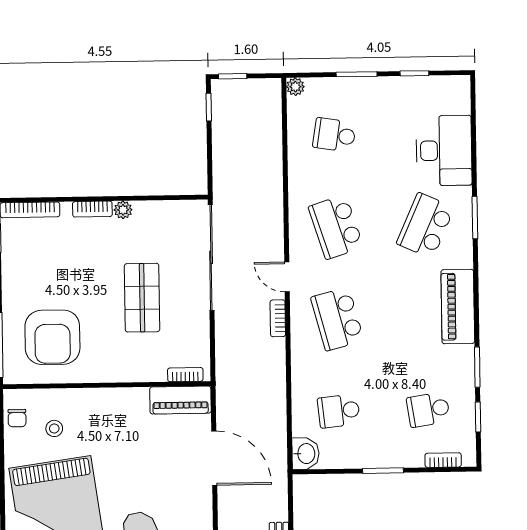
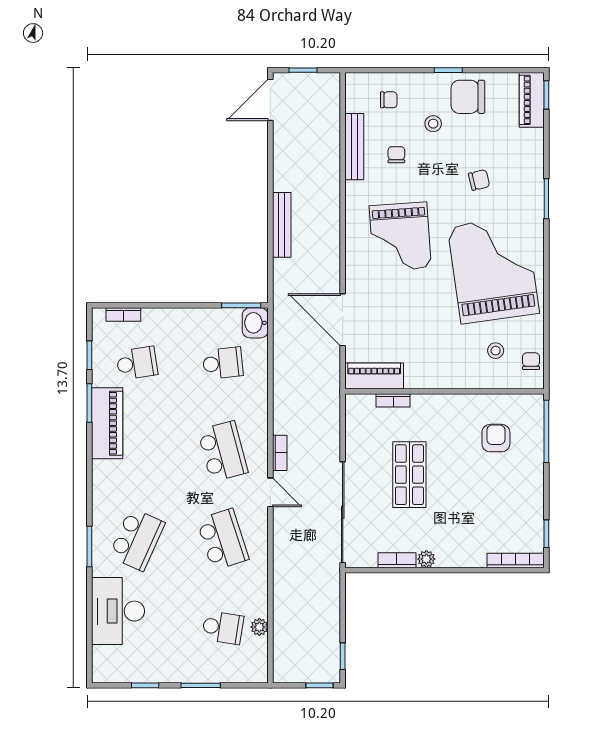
plant: (295, 87) -> (259, 627), moved
bookcase: (92, 209) -> (397, 560), moved
piano: (458, 307) -> (107, 423), moved
armchair: (52, 337) -> (496, 438), width x0.53, depth x0.53
bookcase: (185, 375) -> (393, 400), moved
window: (383, 471) -> (241, 305), moved

